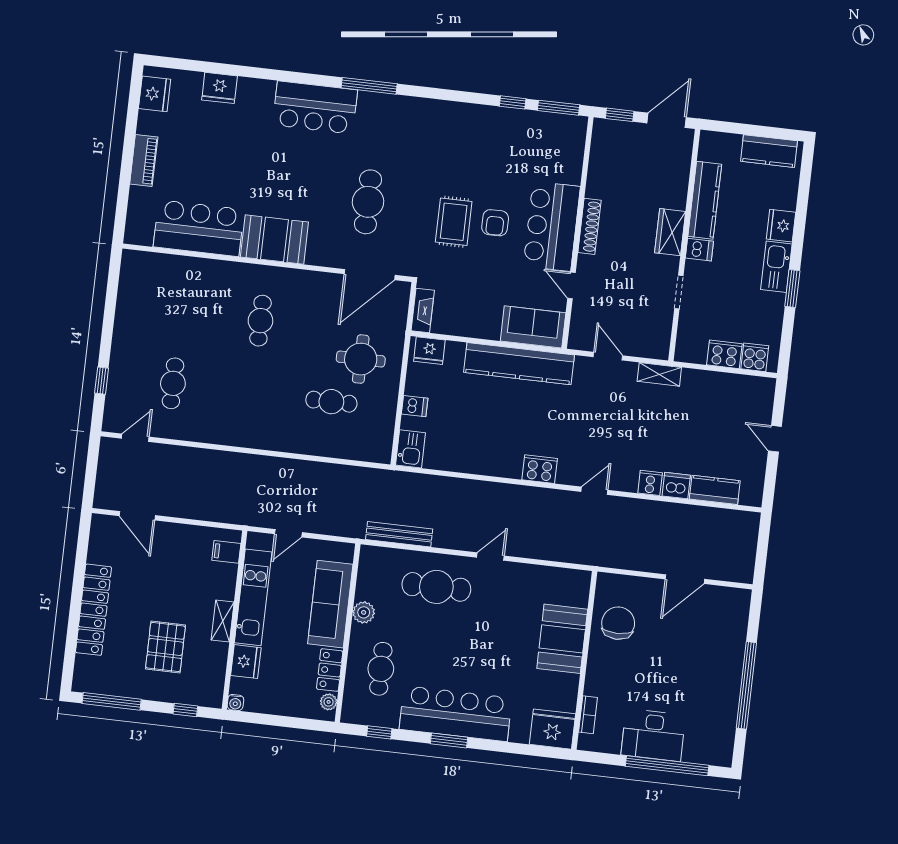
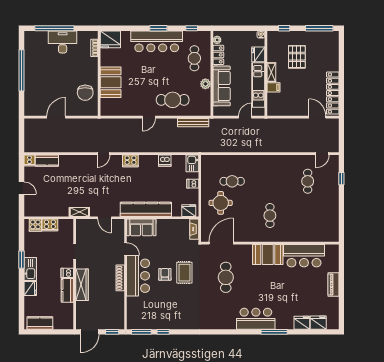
window: (369, 86) -> (274, 332), moved
fridge: (155, 94) -> (318, 323), moved, turned 90
kitchen counter: (705, 200) -> (67, 290), width x0.67
wardrobe: (670, 232) -> (82, 285), width x1.50
cooker: (650, 483) -> (29, 160), moved
dishwasher: (676, 486) -> (165, 161), moved
filing cabinet: (226, 552) -> (273, 87), moved
locker: (94, 610) -> (333, 93), moved

